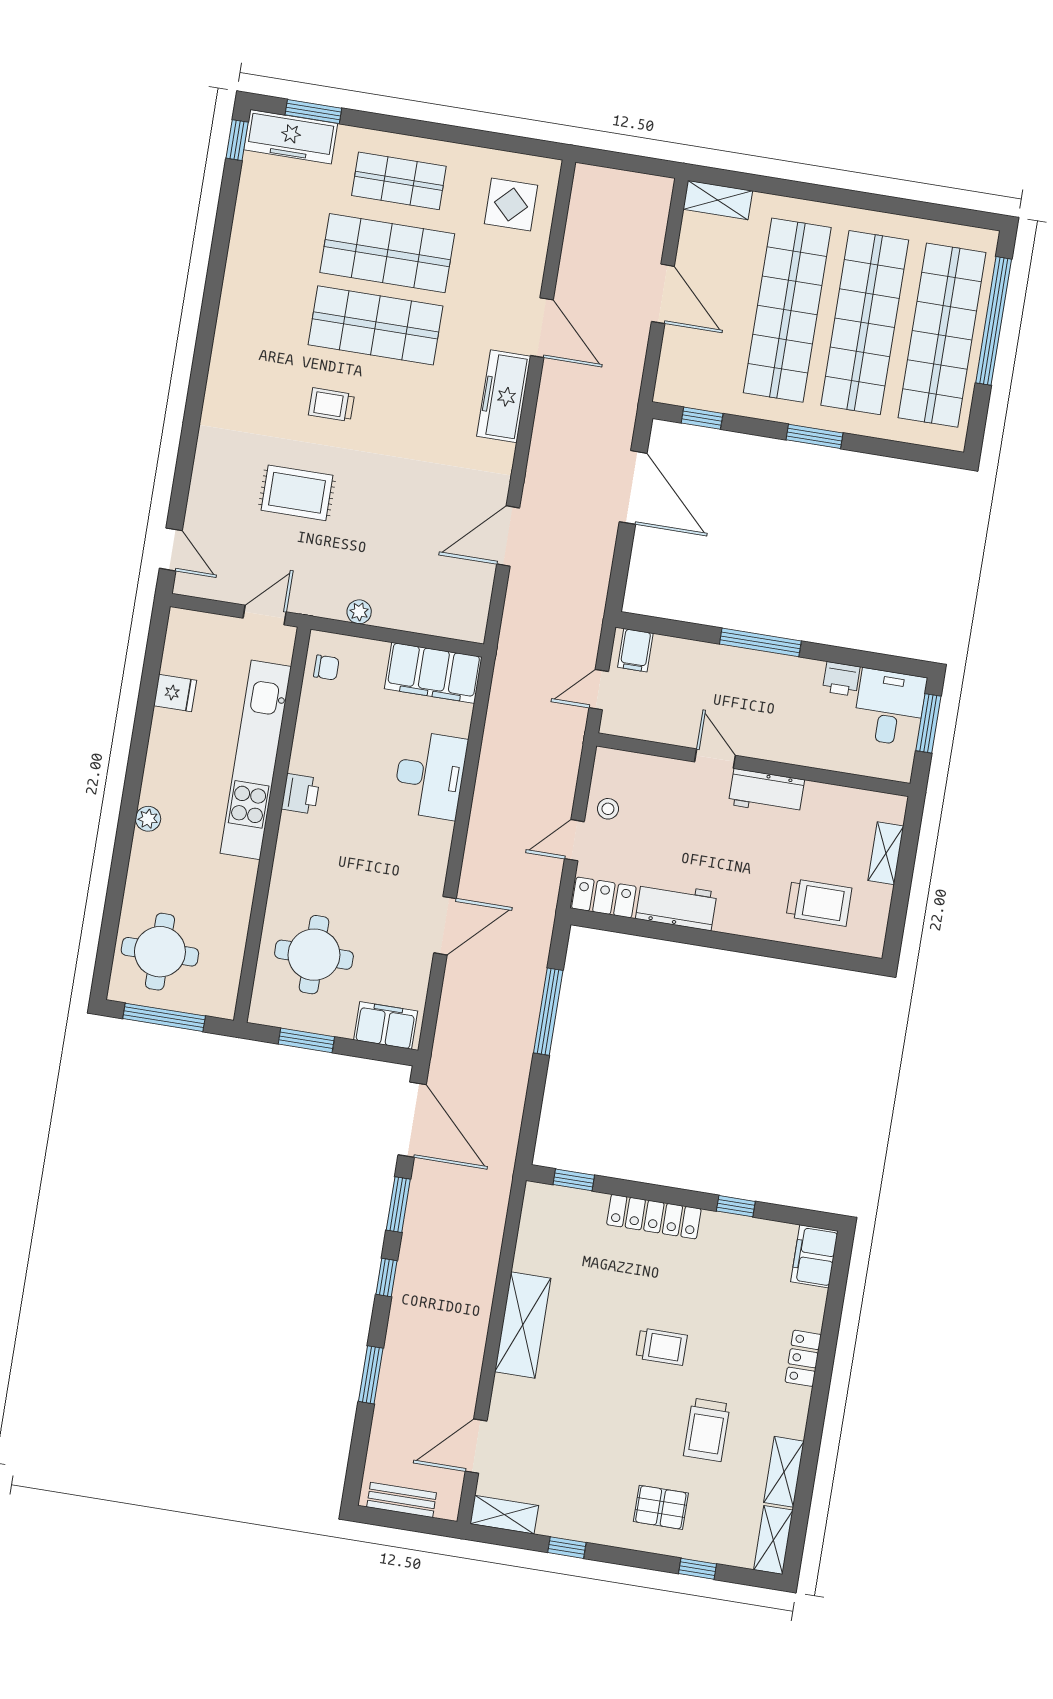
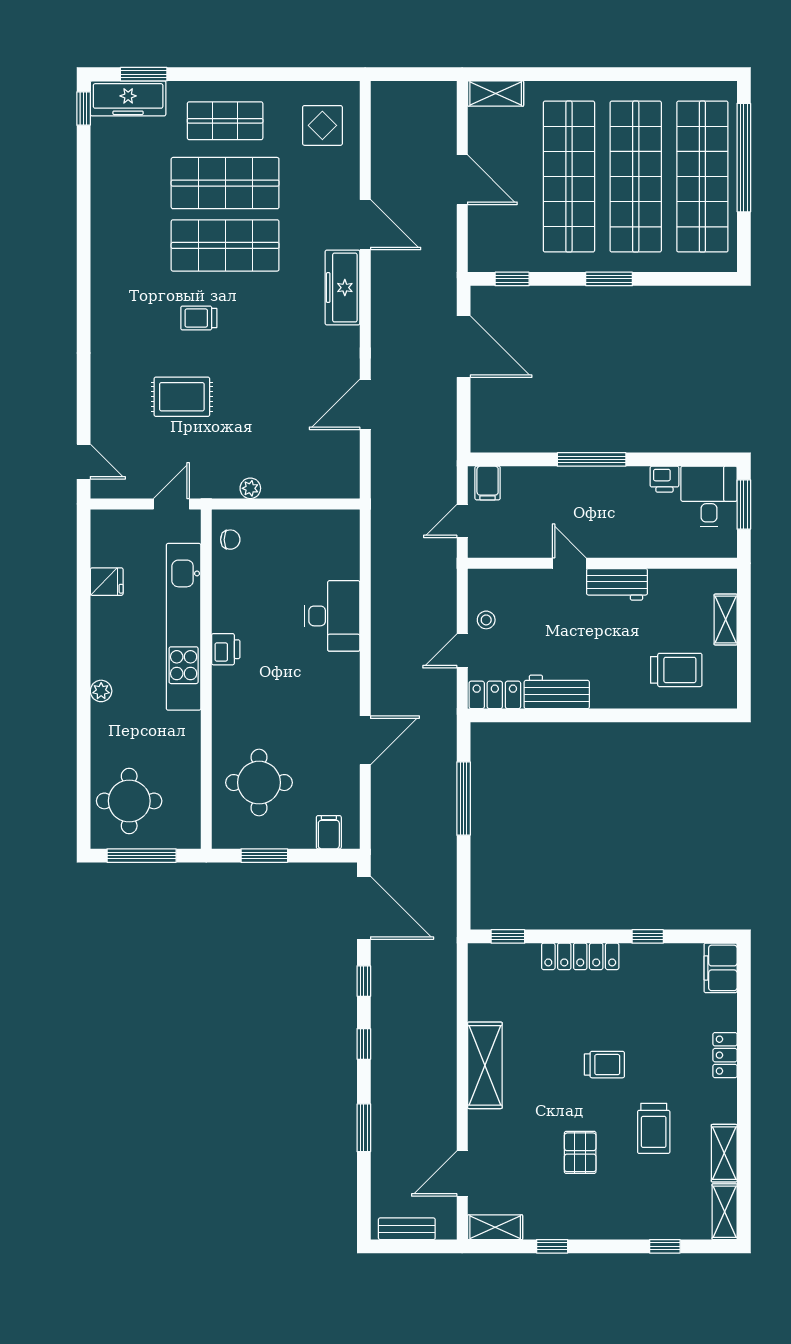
filing cabinet: (433, 673) -> (321, 530), removed
filing cabinet: (386, 1025) -> (329, 832), width x0.50
window: (398, 1205) -> (364, 981), width x0.67
pallet: (661, 1507) -> (580, 1152), moved, turned 90

